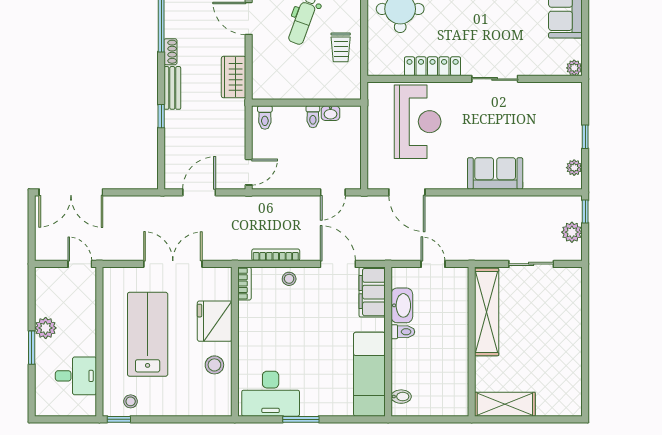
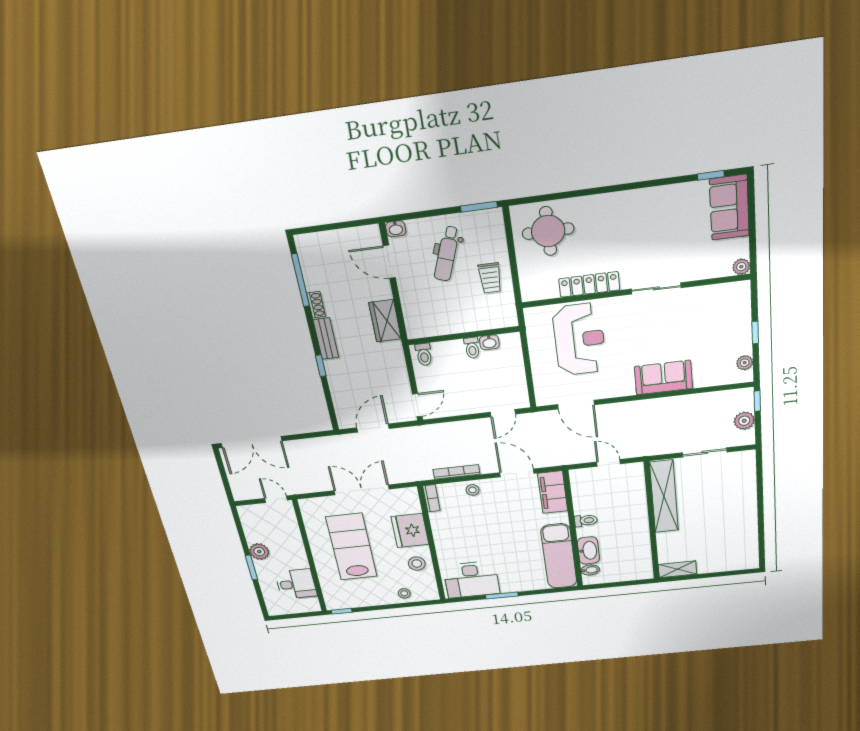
washbasin: (402, 305) -> (588, 550), moved
stool: (131, 401) -> (404, 593), moved
shelving: (505, 404) -> (677, 569), width x0.67, depth x0.75

